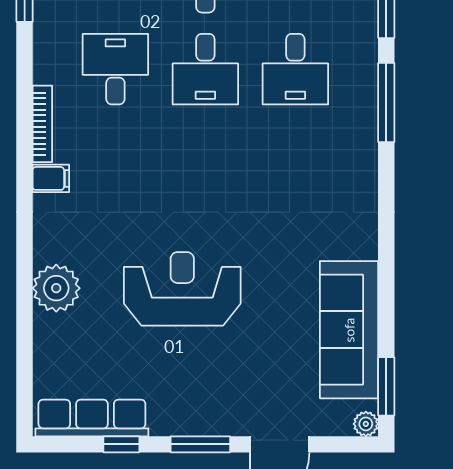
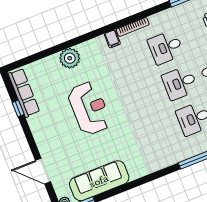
desk: (115, 69) -> (166, 47), turned 180
window: (200, 444) -> (31, 140), removed

